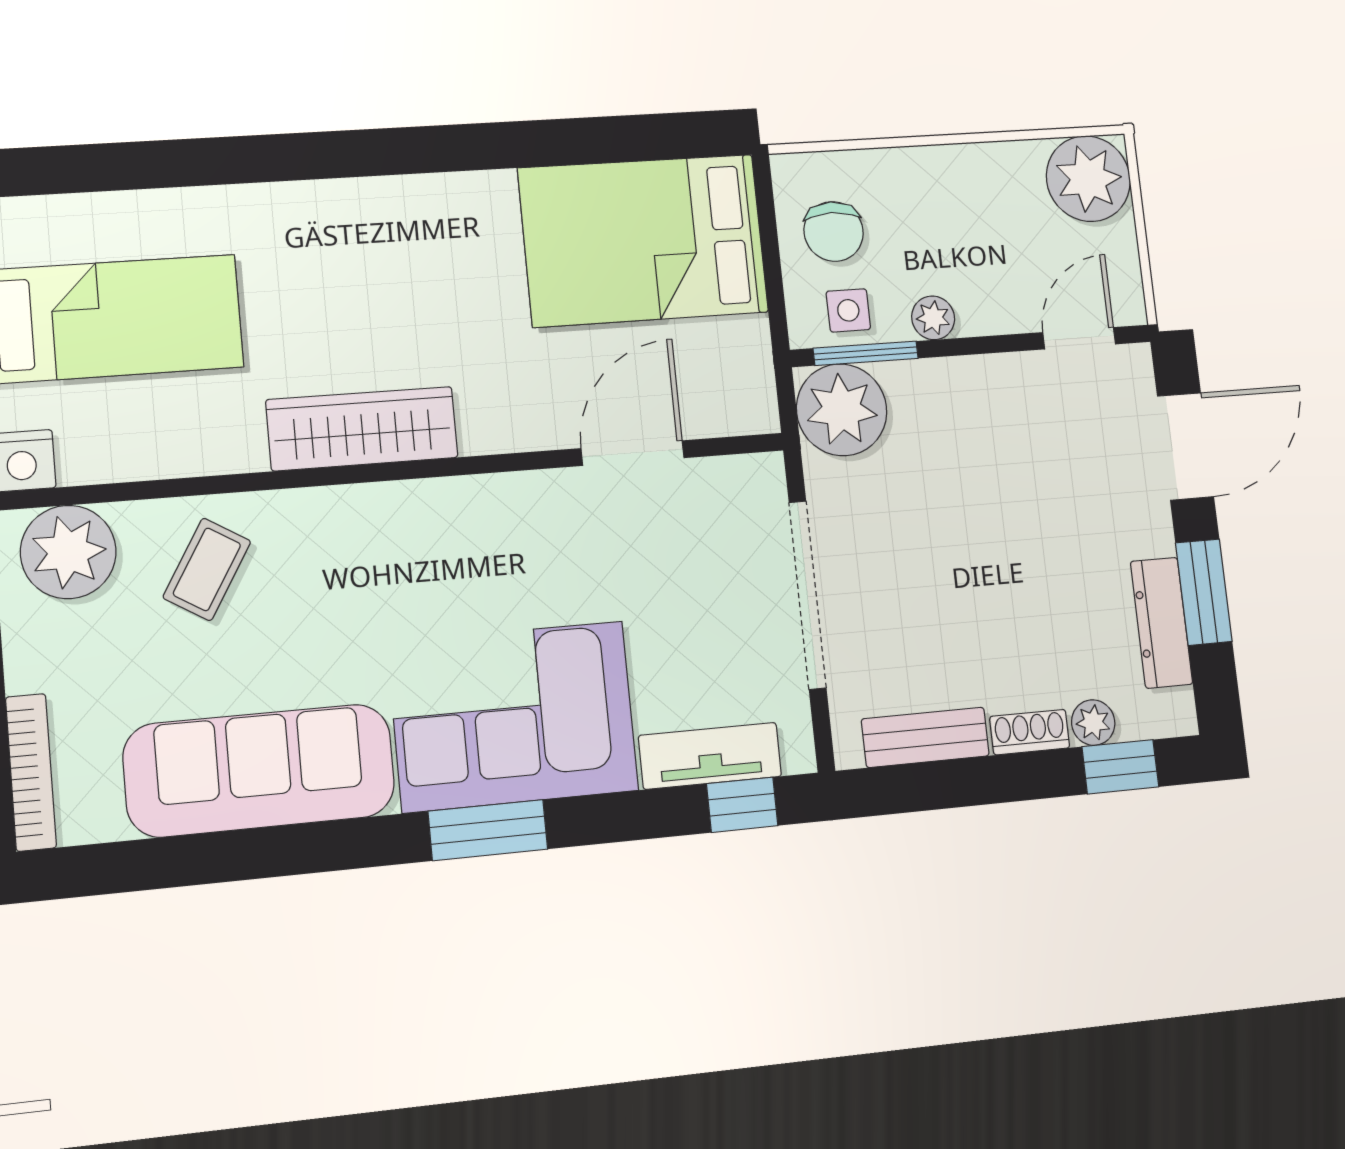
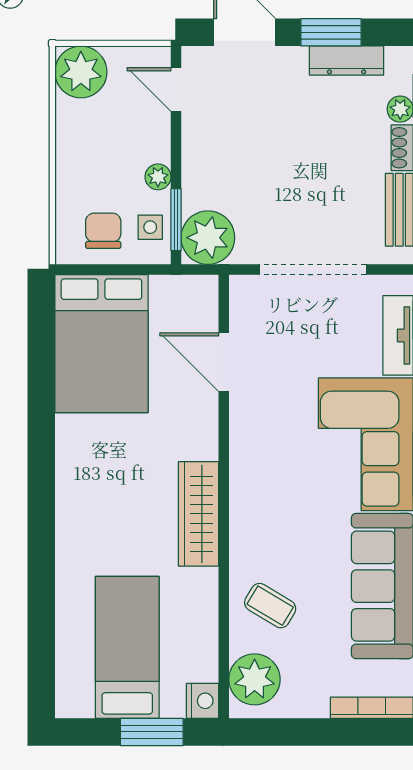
chair: (834, 232) -> (103, 231), turned -90

